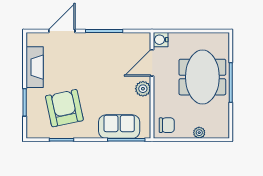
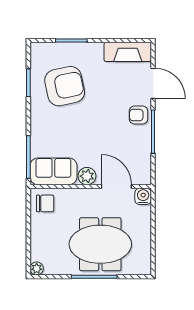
armchair: (90, 44) -> (139, 115), added
fireplace: (35, 67) -> (128, 52), moved
chair: (167, 125) -> (45, 203), turned -90
sofa: (119, 127) -> (53, 171), moved, turned -90
plant: (199, 133) -> (37, 268), moved

